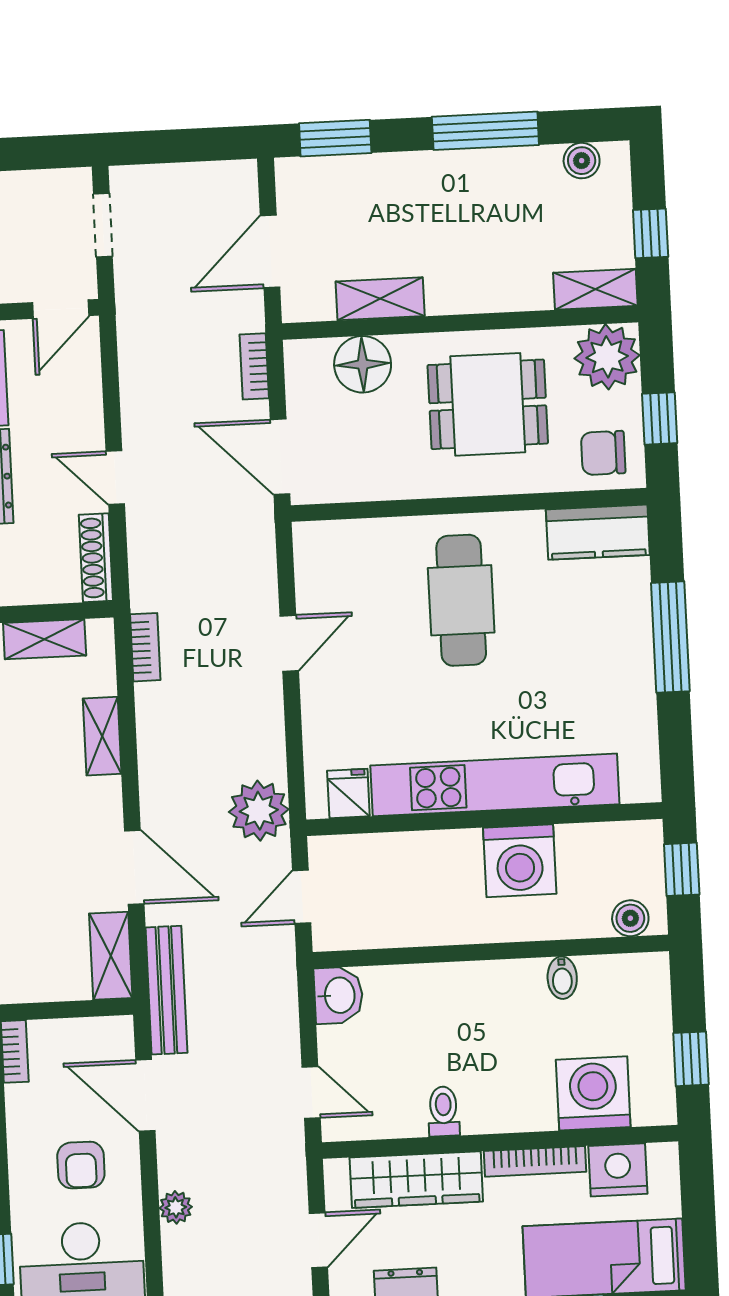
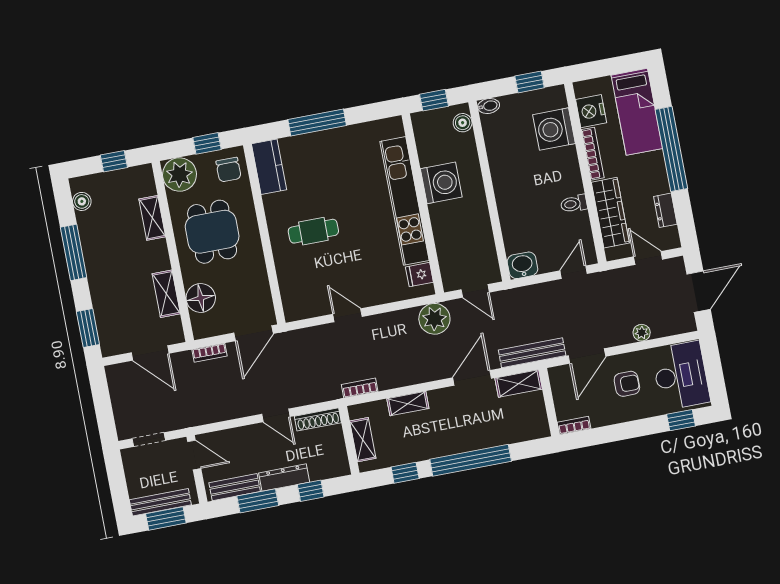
shelving: (595, 289) -> (152, 218), moved
door: (115, 478) -> (276, 415), hinge flipped
cafe table: (461, 600) -> (313, 231), width x0.73, depth x0.74
bidet: (562, 978) -> (489, 106), moved

